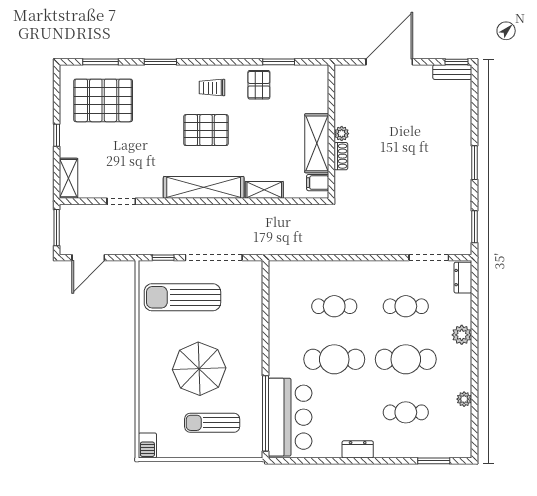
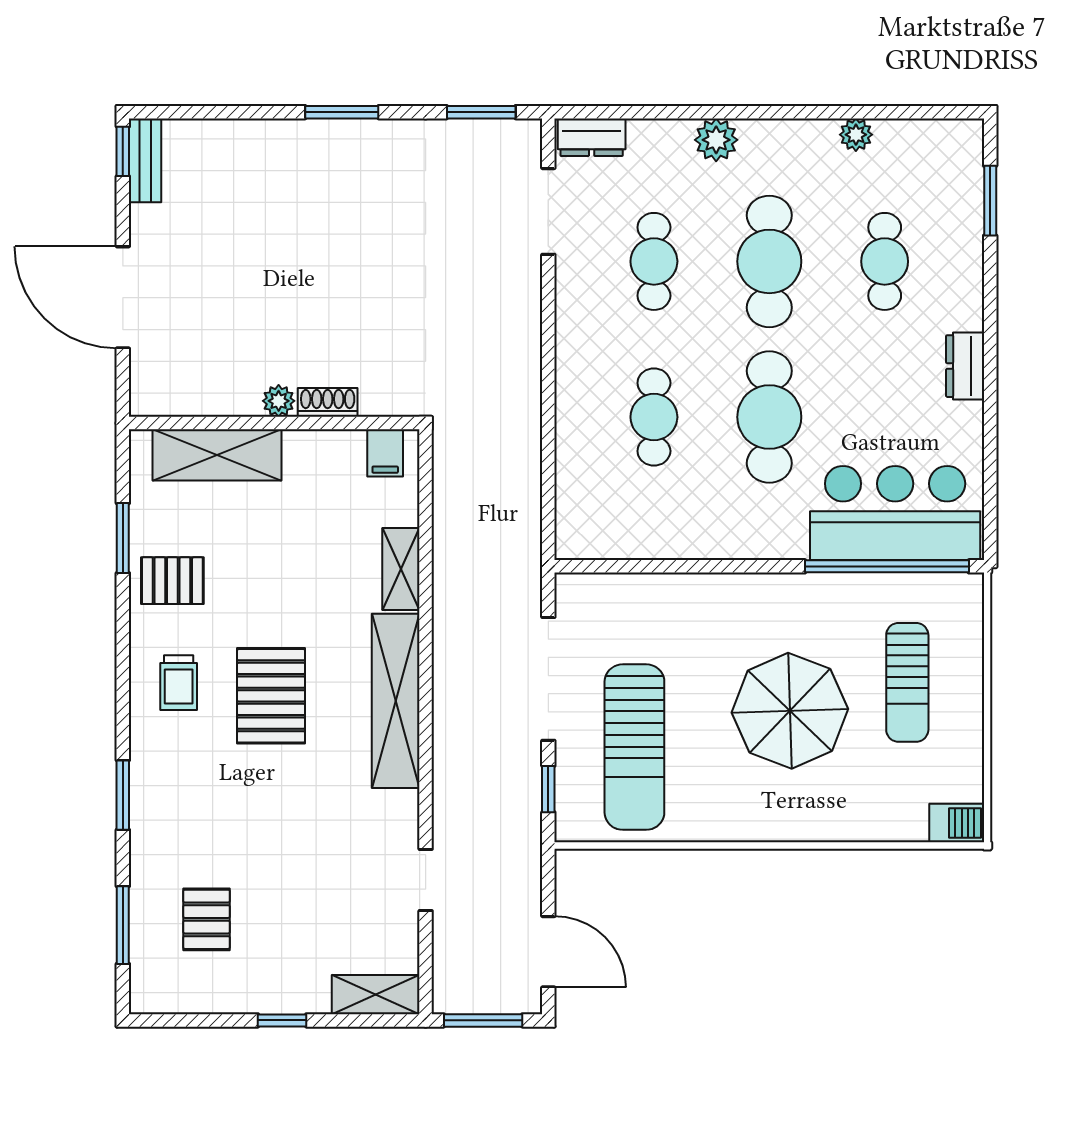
pallet: (103, 100) -> (207, 919), width x0.49, depth x0.50
shelving: (317, 143) -> (217, 455), moved

